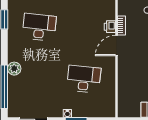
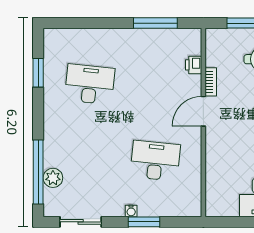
printer: (110, 27) -> (194, 65), moved
plant: (14, 69) -> (53, 178), moved

